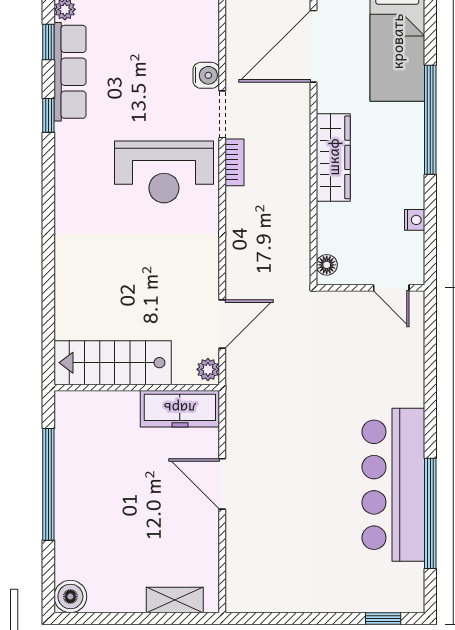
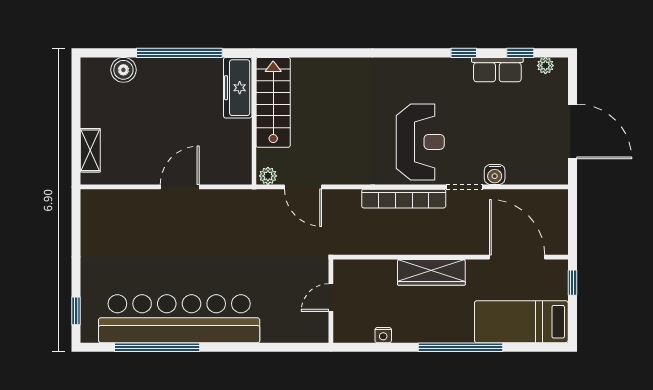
row of seats: (70, 72) -> (497, 70), width x0.68
bookcase: (235, 162) -> (404, 199), width x2.31, depth x1.31
reception desk: (164, 172) -> (420, 142), turned 180
floor lamp: (327, 265) -> (349, 267), removed
door: (391, 288) -> (331, 298), moved
freezer: (180, 409) -> (238, 88), moved
bar counter: (393, 485) -> (179, 319), width x1.36
boiler: (70, 596) -> (123, 70), moved

